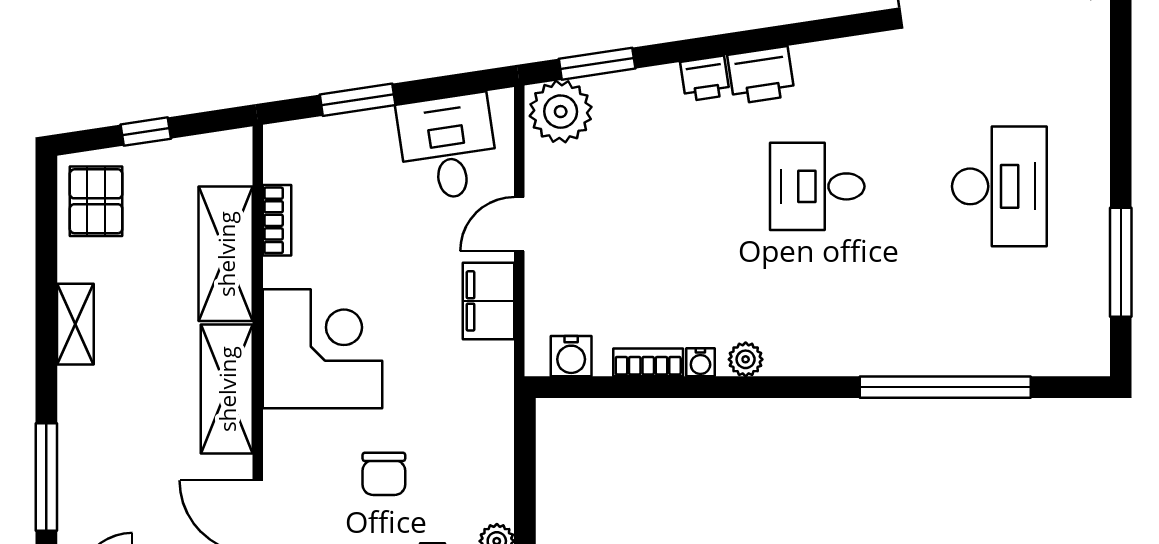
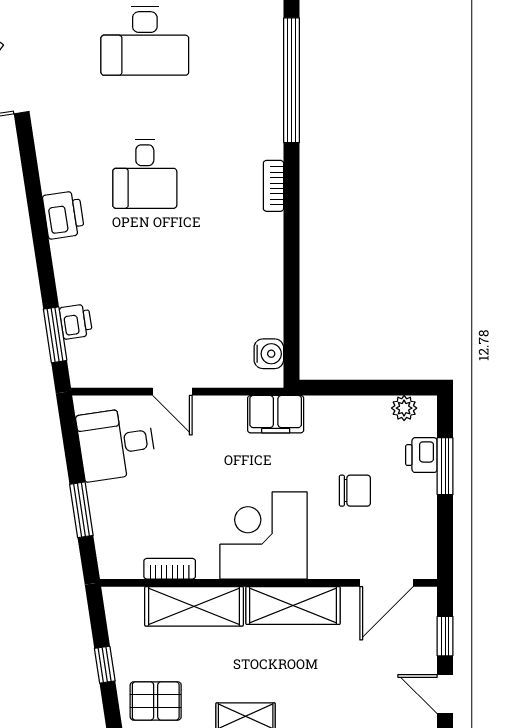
printer: (705, 79) -> (76, 322), moved
plant: (561, 112) -> (90, 361), removed
desk: (999, 186) -> (145, 41), turned 180
filing cabinet: (488, 301) -> (276, 414), moved
plant: (746, 359) -> (271, 226), removed
bookcase: (648, 362) -> (273, 186), moved
water cooler: (700, 362) -> (273, 259), removed

